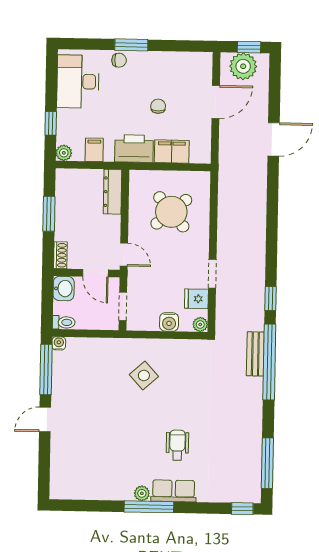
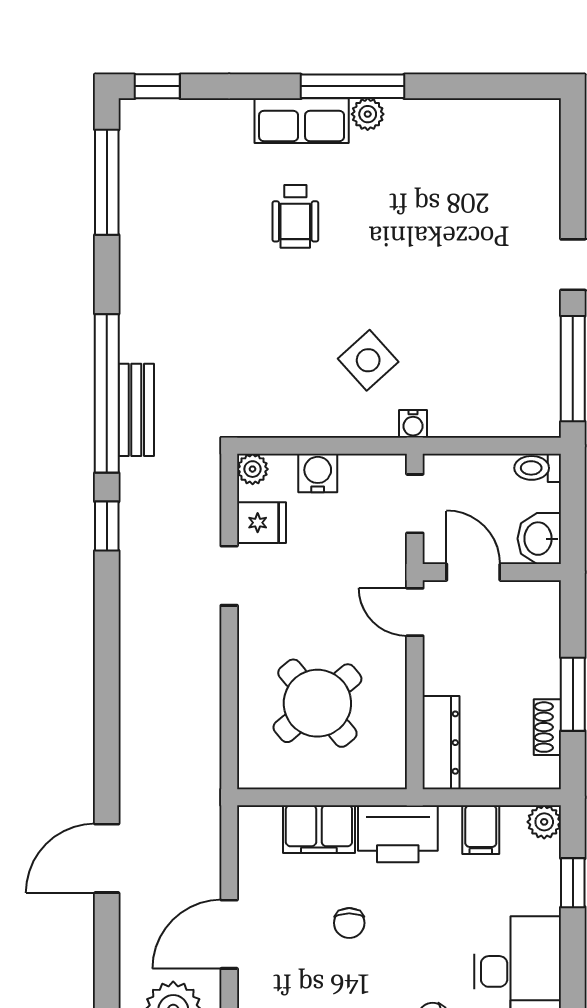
shoe rack: (60, 255) -> (547, 727), moved
water cooler: (59, 343) -> (413, 424), moved

